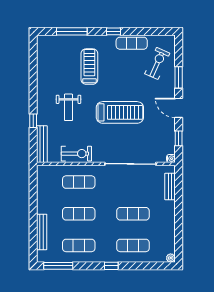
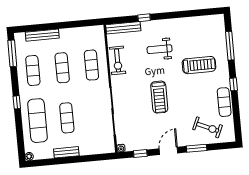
treadmill: (120, 112) -> (159, 97), width x0.73, depth x0.73
bench: (170, 186) -> (66, 152), moved
exercise mat: (133, 245) -> (38, 121), width x1.36, depth x1.45

